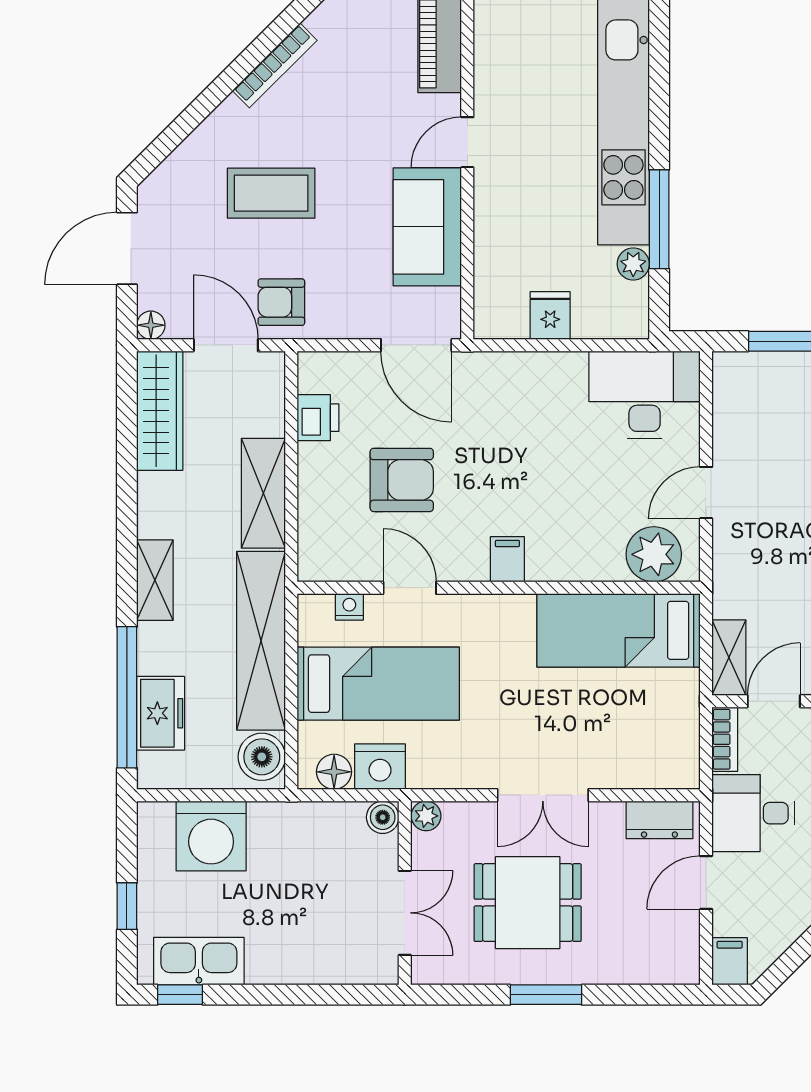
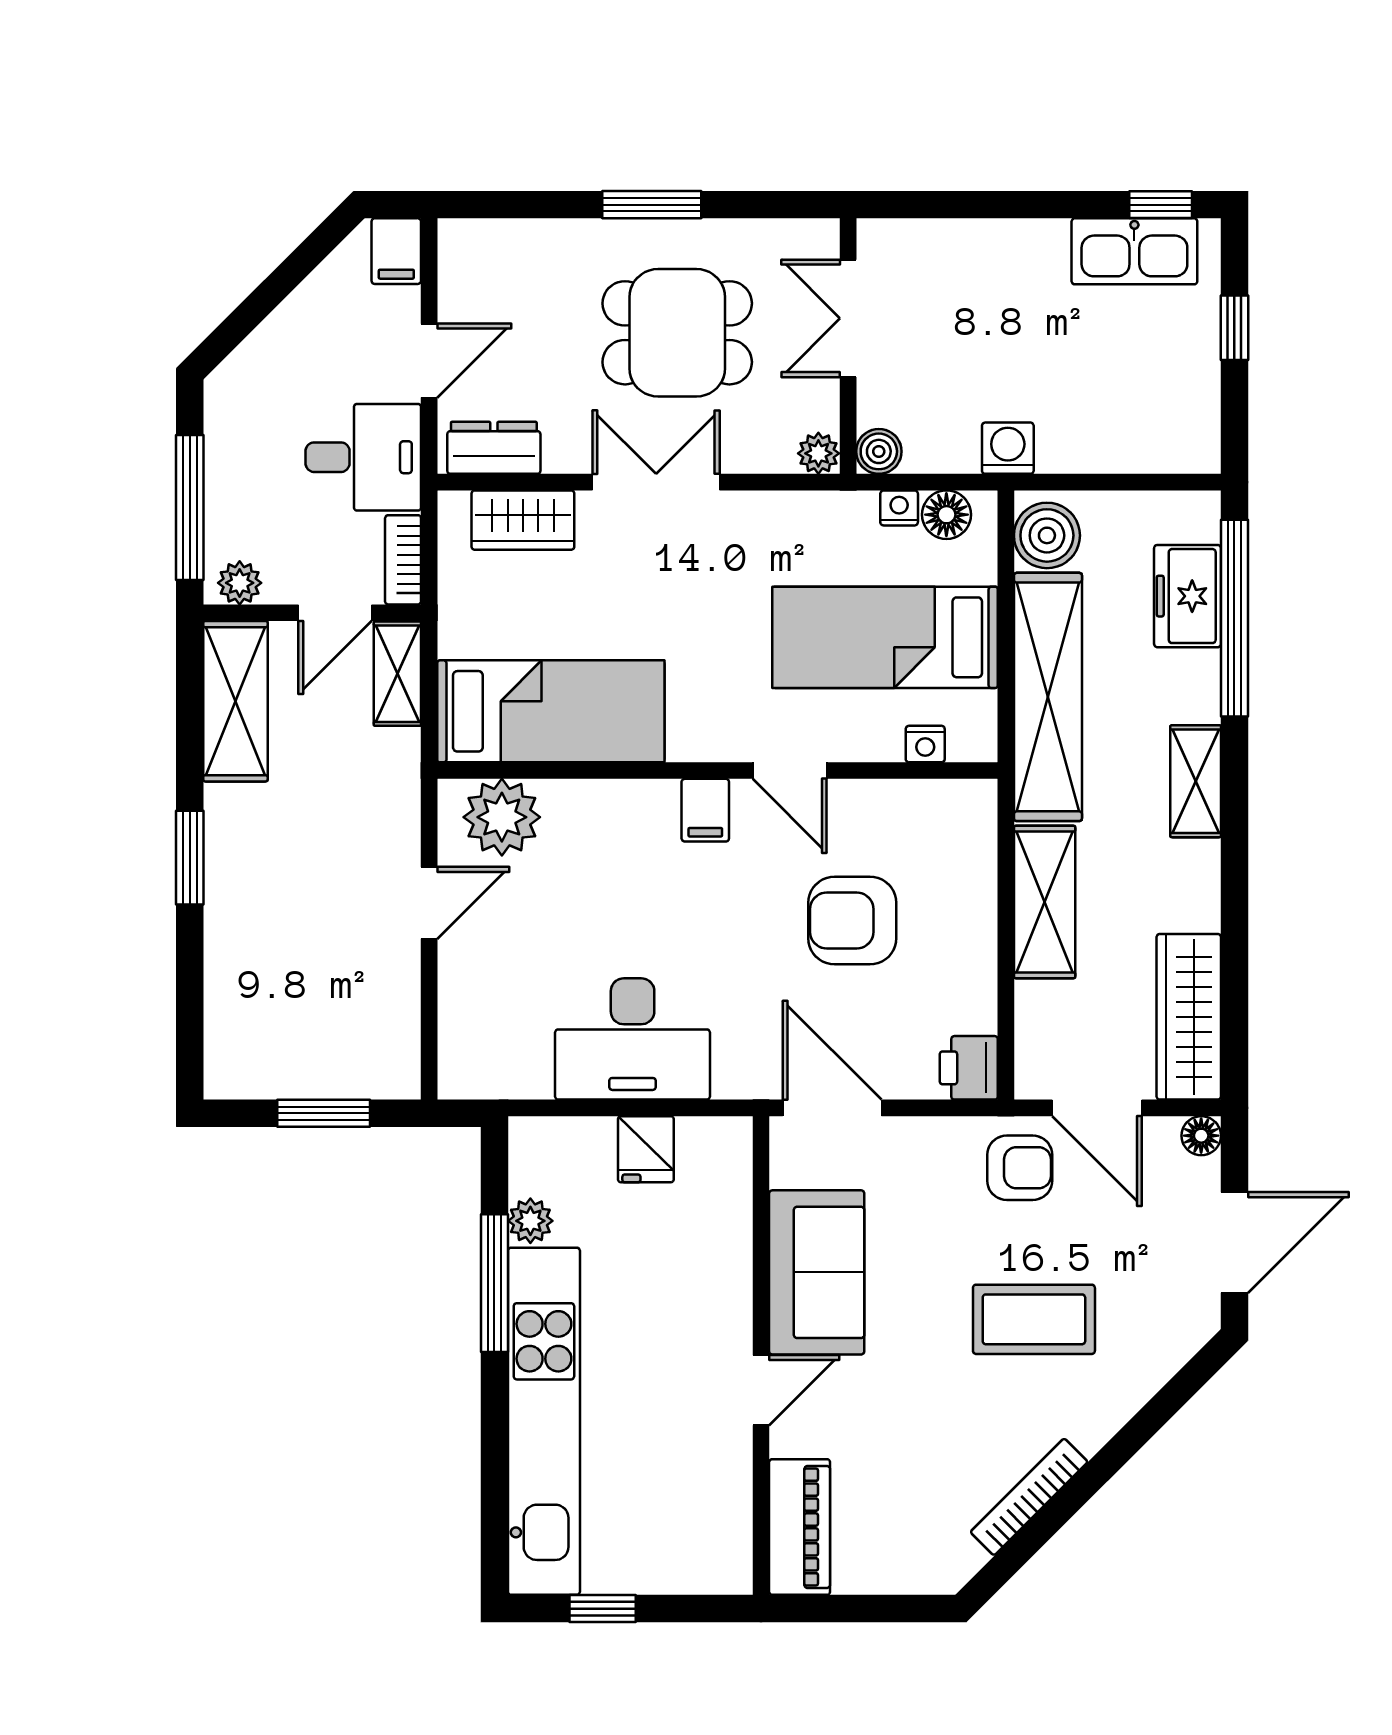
desk: (645, 395) -> (633, 1039), moved
printer: (318, 418) -> (969, 1068), moved
door: (410, 588) -> (790, 771), moved
nightstand: (380, 767) -> (899, 508), width x0.53, depth x0.56
wardrobe: (639, 768) -> (523, 520), added
washing machine: (211, 836) -> (1008, 448), moved, width x0.53, depth x0.53

